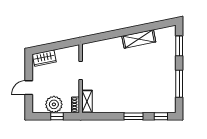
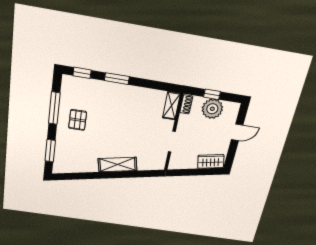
shelving: (139, 39) -> (118, 164), moved
pallet: (160, 77) -> (78, 120), added

